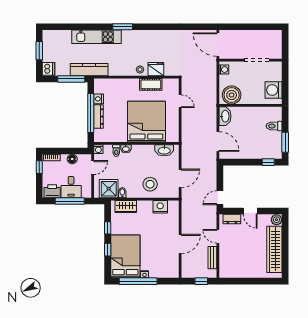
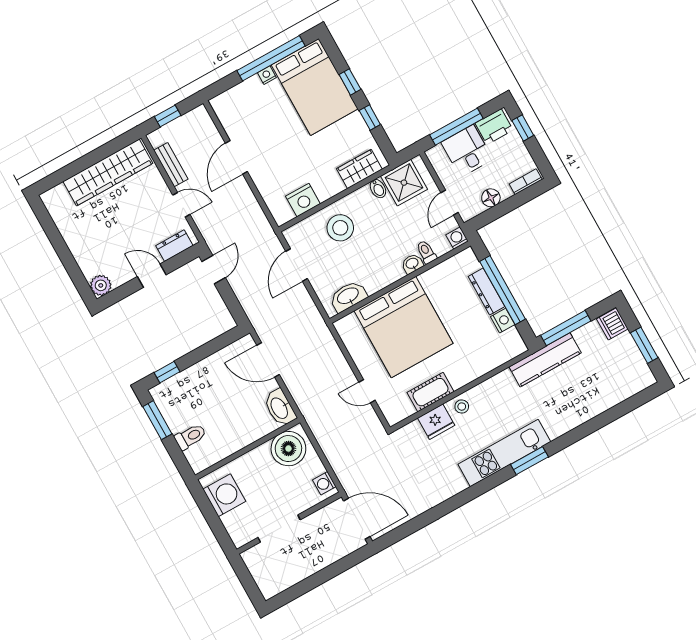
kitchen unit: (97, 37) -> (504, 453), moved
window: (39, 167) -> (523, 128), moved
wardrobe: (274, 249) -> (108, 172), moved, turned 90

